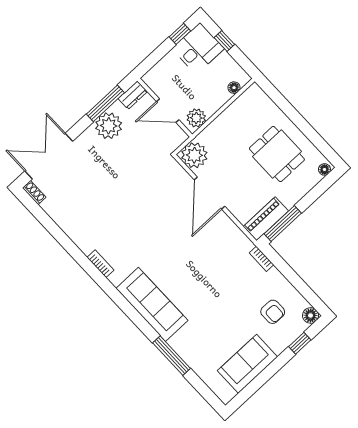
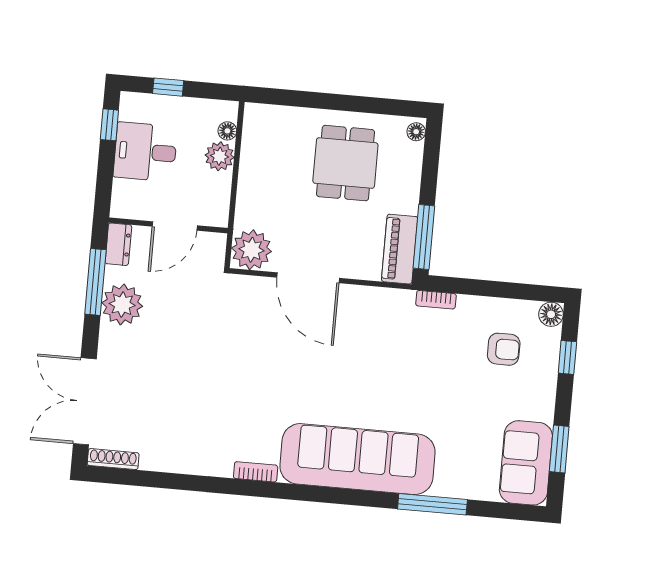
desk: (198, 49) -> (145, 152), moved, turned -90
plant: (196, 118) -> (220, 156), moved
dining table: (277, 154) -> (345, 163), turned 90
shoe rack: (34, 193) -> (113, 459), width x1.43
sofa: (152, 304) -> (357, 459), width x1.36, depth x1.27
sofa: (247, 364) -> (526, 463), moved
window: (256, 384) -> (559, 449), added

